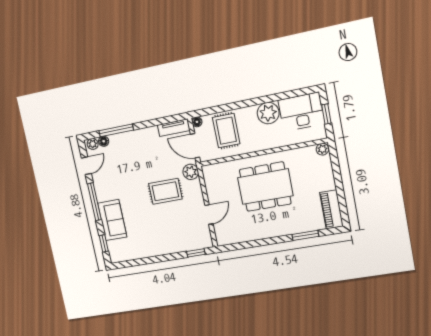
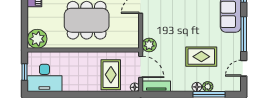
plant: (268, 113) -> (72, 82), removed
floor lamp: (104, 141) -> (197, 87), moved
plant: (93, 144) -> (208, 87), moved
plant: (322, 149) -> (37, 39), width x1.87, depth x1.87
rug: (165, 191) -> (201, 57), moved

